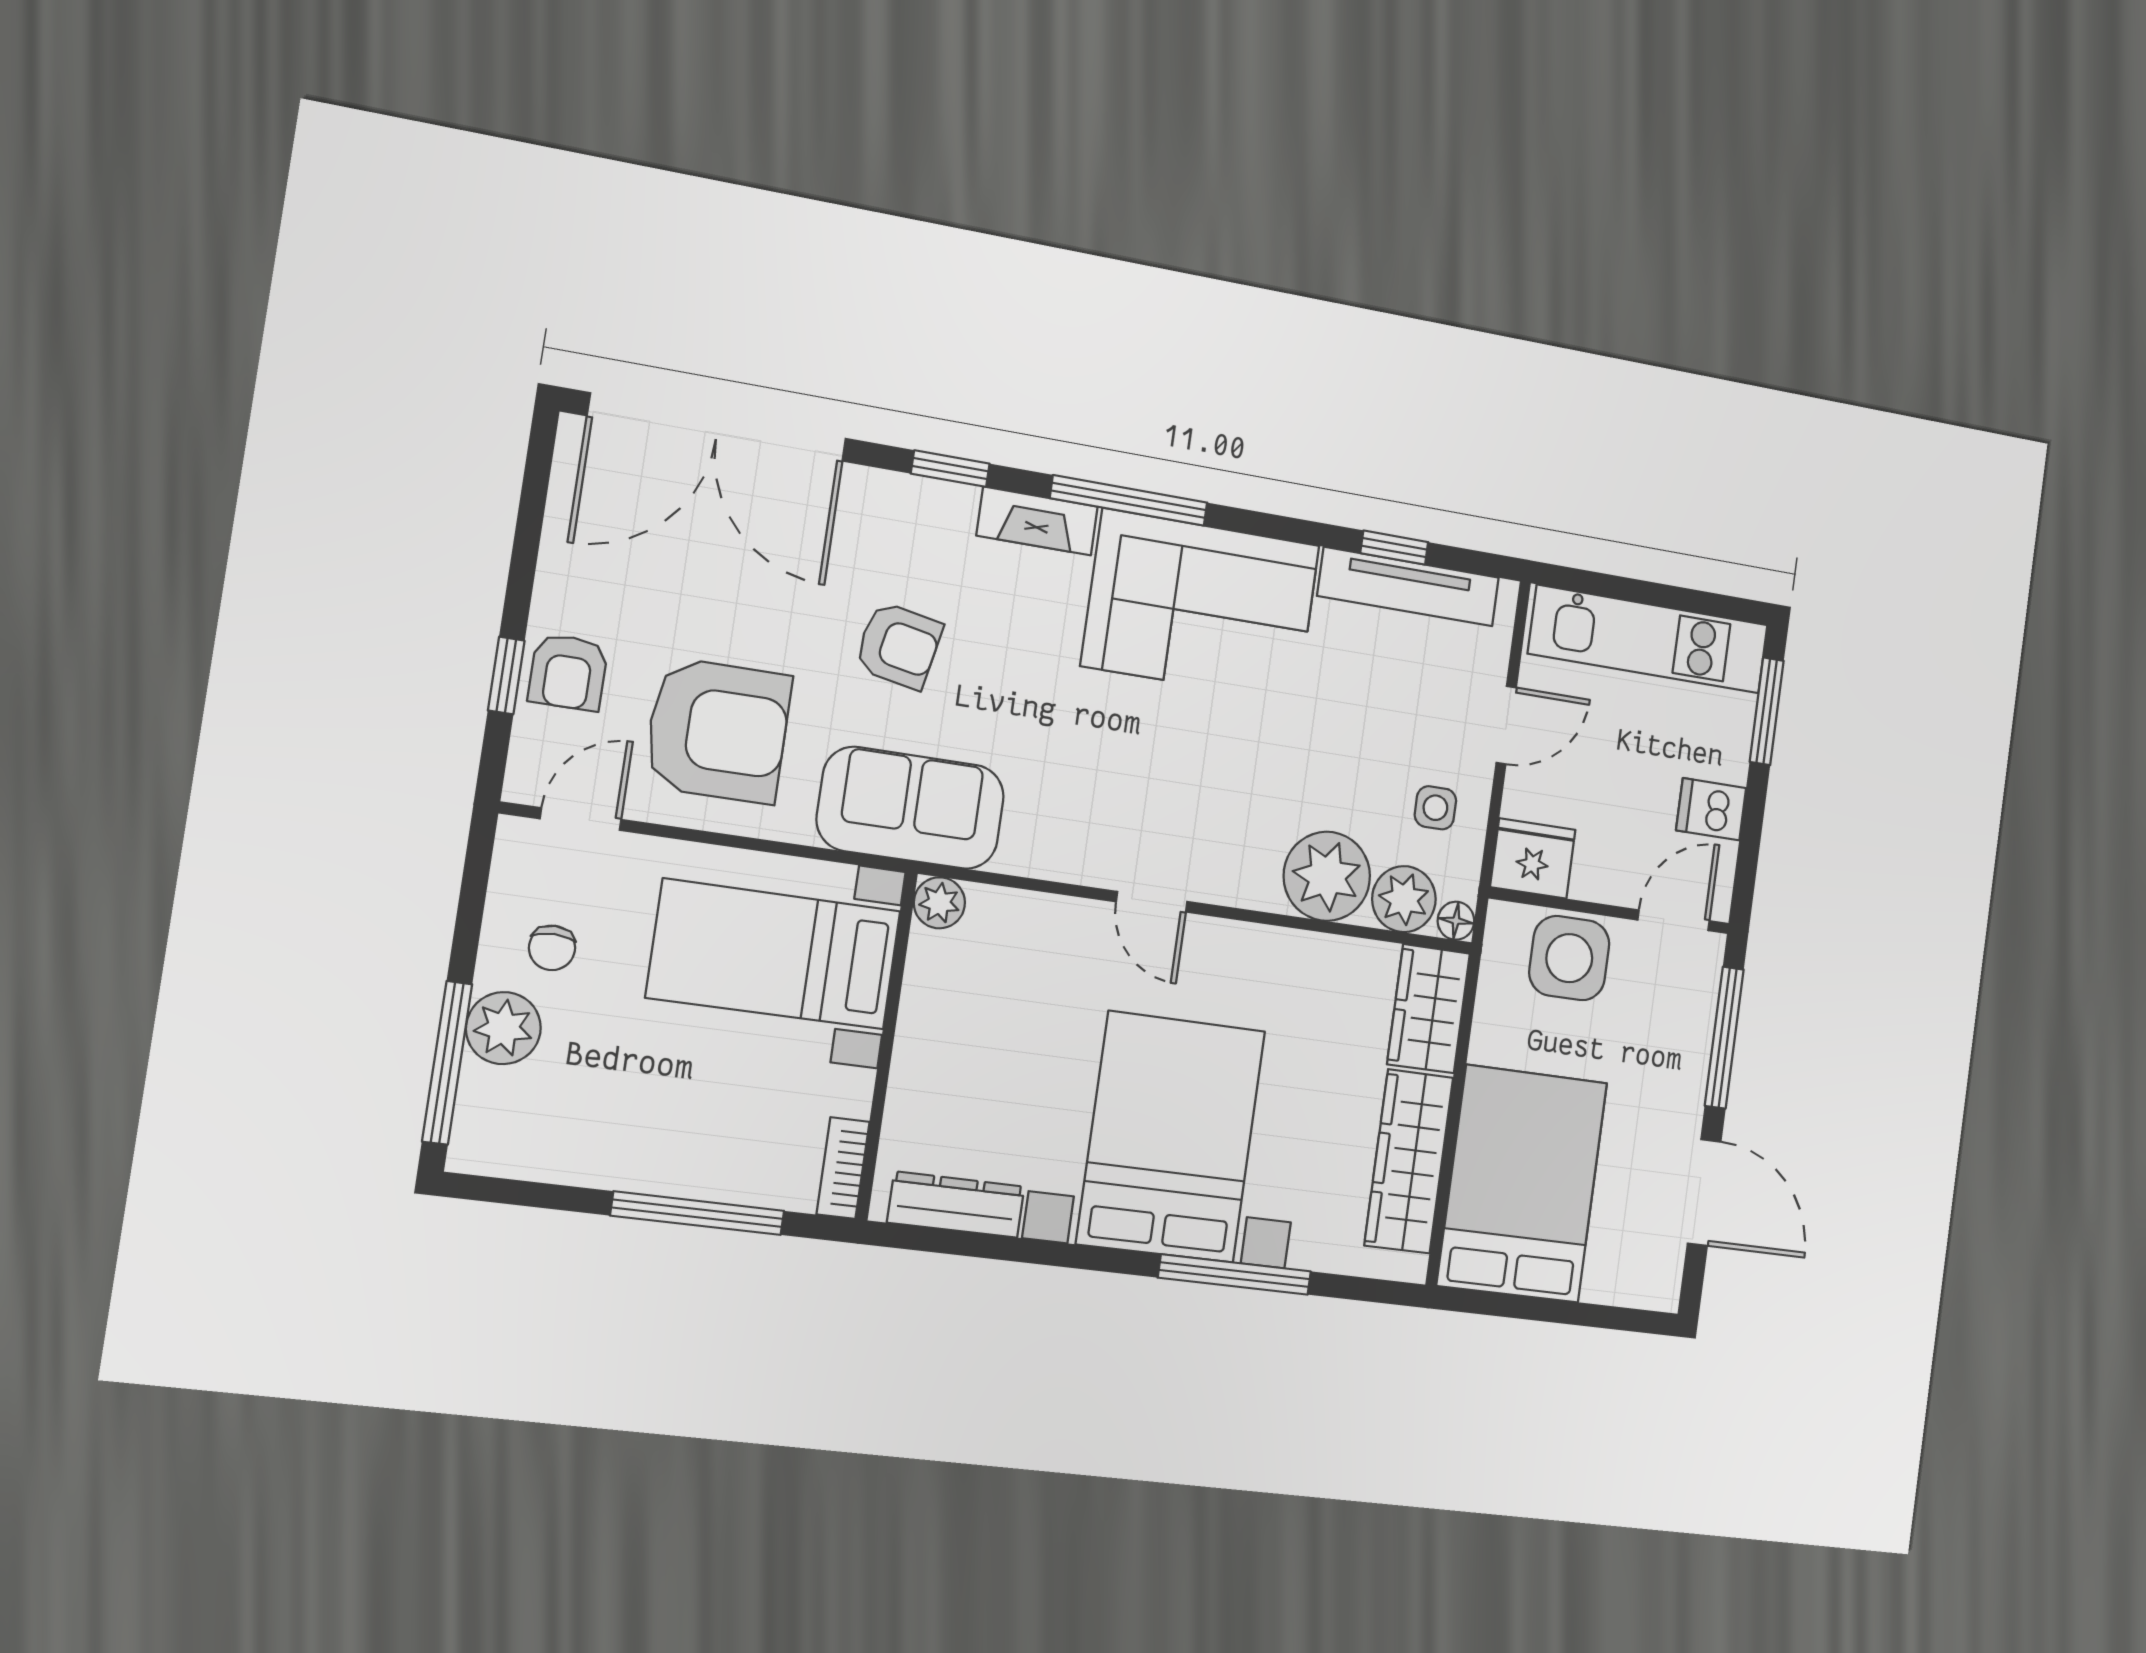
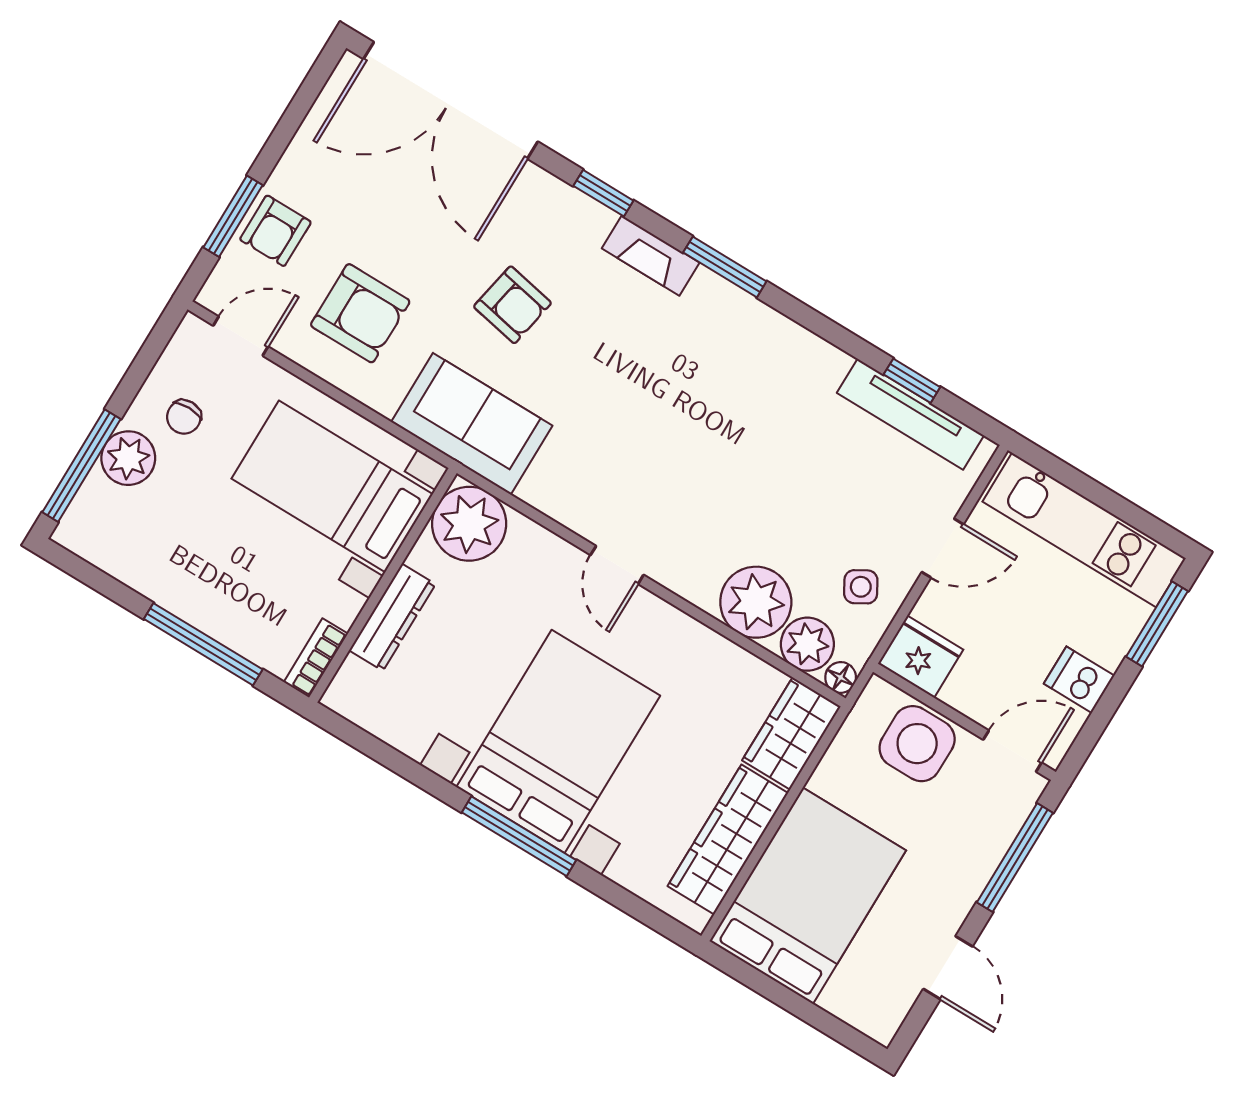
window: (1129, 500) -> (725, 267), width x0.69
corner sofa: (1201, 605) -> (746, 365), removed
window: (506, 675) -> (233, 216), width x1.50
armchair: (718, 731) -> (360, 313), width x0.73, depth x0.73
side table: (1435, 808) -> (861, 587), turned -30
plant: (939, 903) -> (469, 524), width x1.87, depth x1.87
door: (1704, 1193) -> (948, 968), width x0.73
dresser: (956, 1205) -> (392, 617), moved, turned 90
window: (1235, 1275) -> (519, 836), moved

